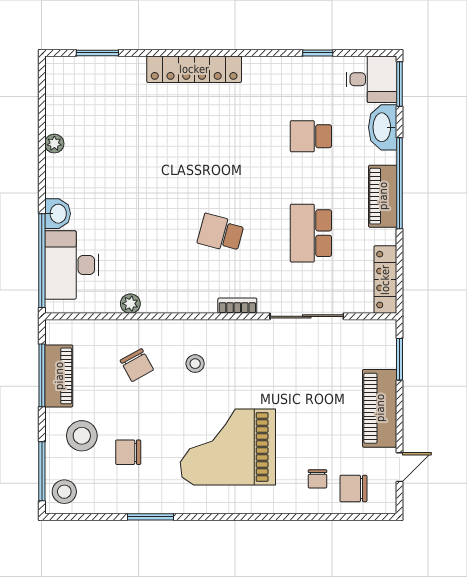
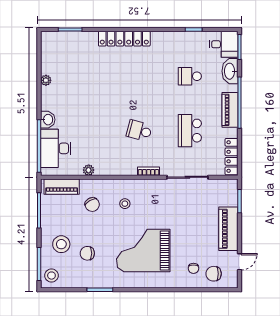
piano: (59, 376) -> (62, 187), moved, turned 90

